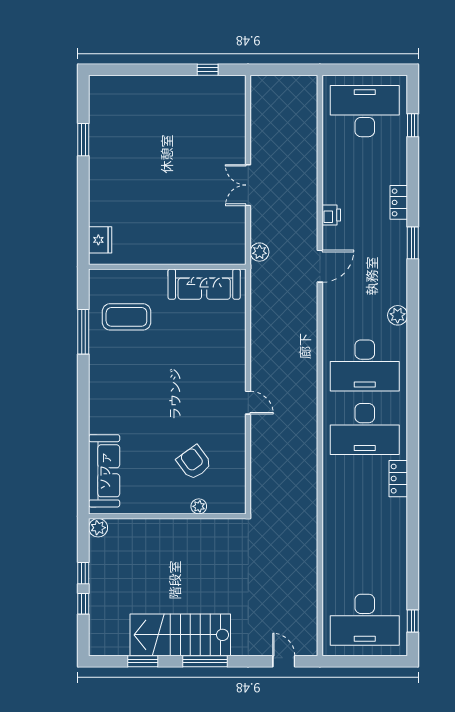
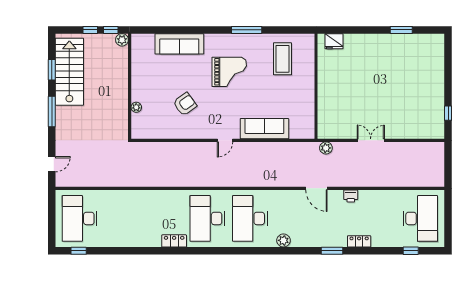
sofa: (204, 284) -> (264, 129), moved, turned 90
window: (83, 332) -> (247, 30), moved
grand piano: (146, 396) -> (229, 72), added
plant: (199, 506) -> (136, 107), moved
wall: (167, 516) -> (130, 86), moved
plant: (98, 528) -> (122, 40), moved
stairs: (180, 635) -> (69, 72), moved

